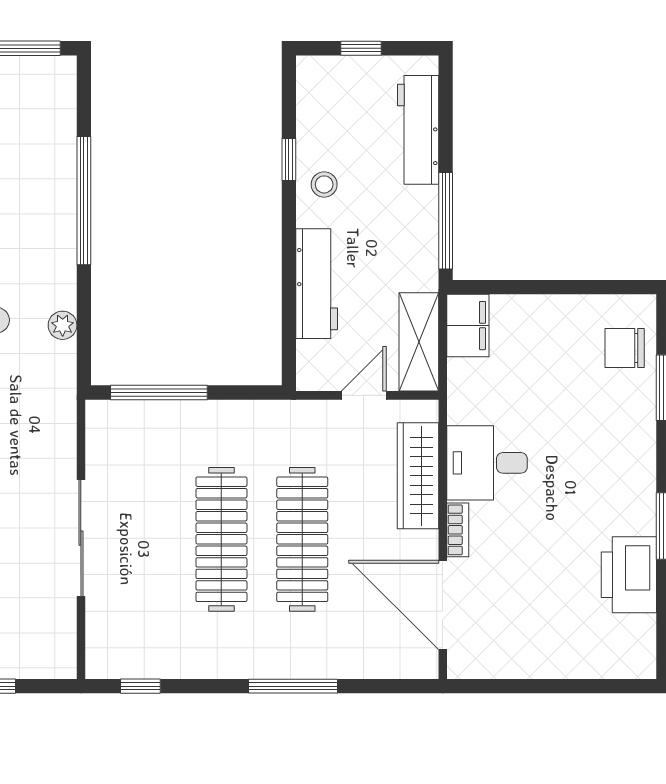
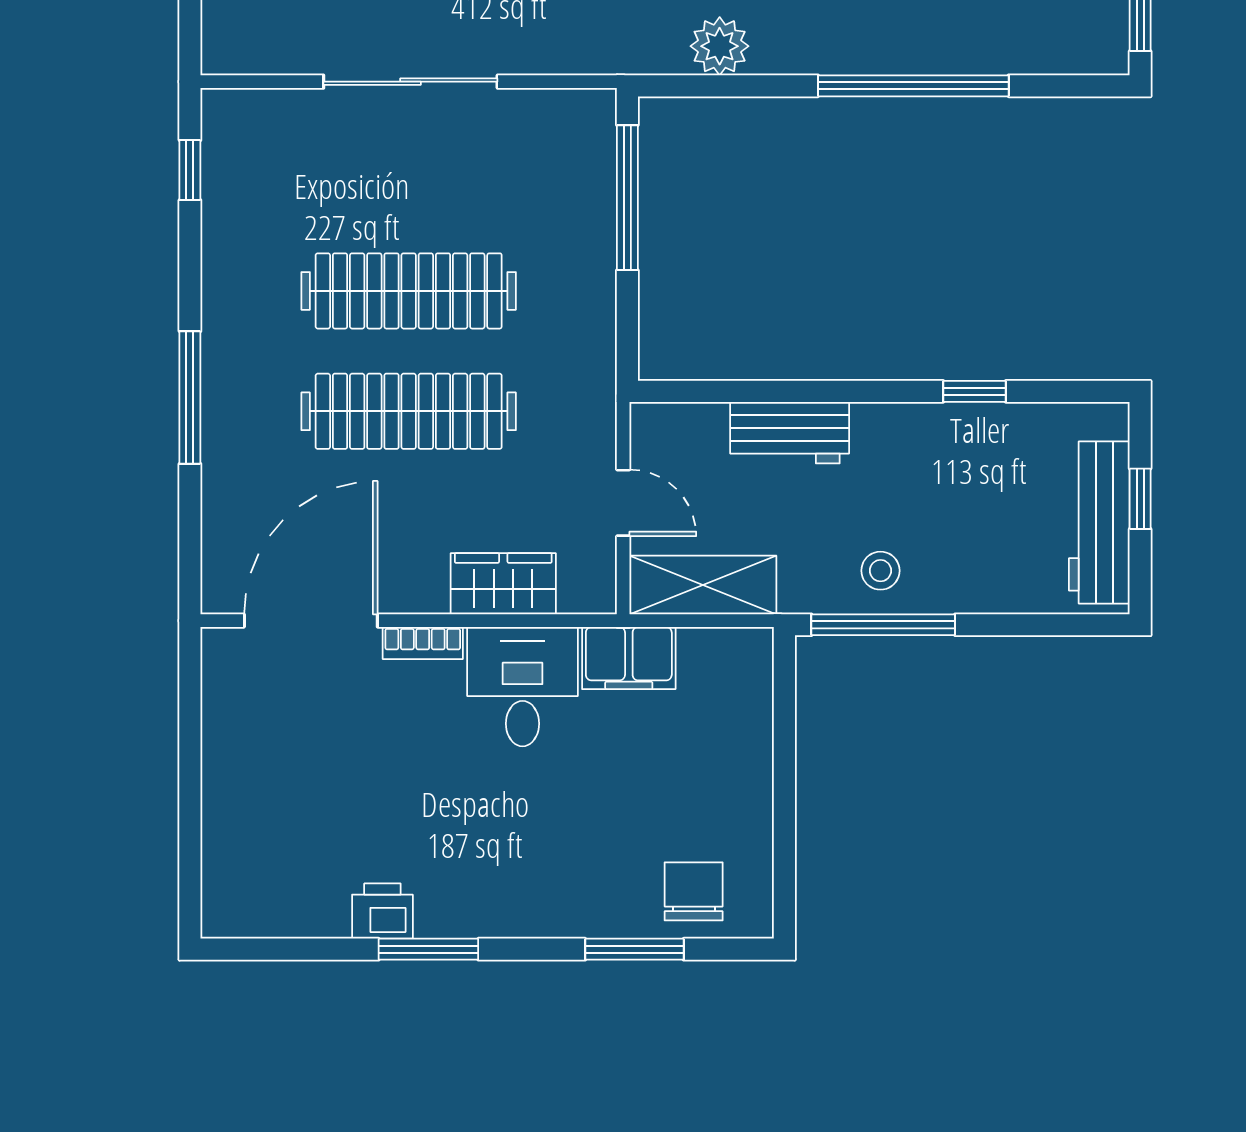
workbench: (418, 130) -> (1099, 522), moved, turned -90
stool: (324, 184) -> (880, 571), moved
workbench: (317, 284) -> (790, 433), width x0.73
plant: (63, 325) -> (720, 46), width x1.38, depth x1.38
filing cabinet: (468, 326) -> (629, 658), moved
wardrobe: (418, 476) -> (503, 584), width x0.67
printer: (629, 575) -> (382, 911), width x0.53, depth x0.68

